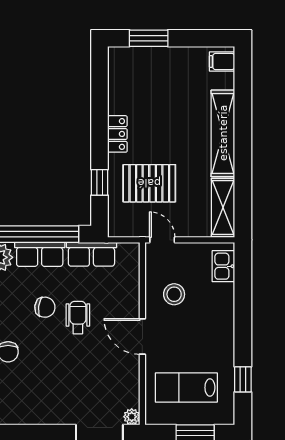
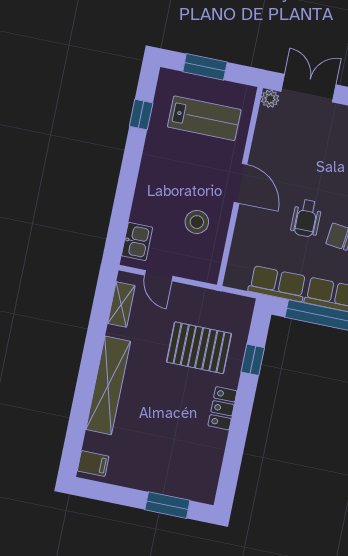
shelving: (223, 208) -> (121, 304), width x0.67, depth x0.75
door: (162, 240) -> (159, 276), moved

